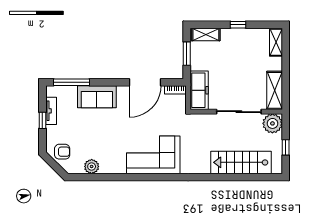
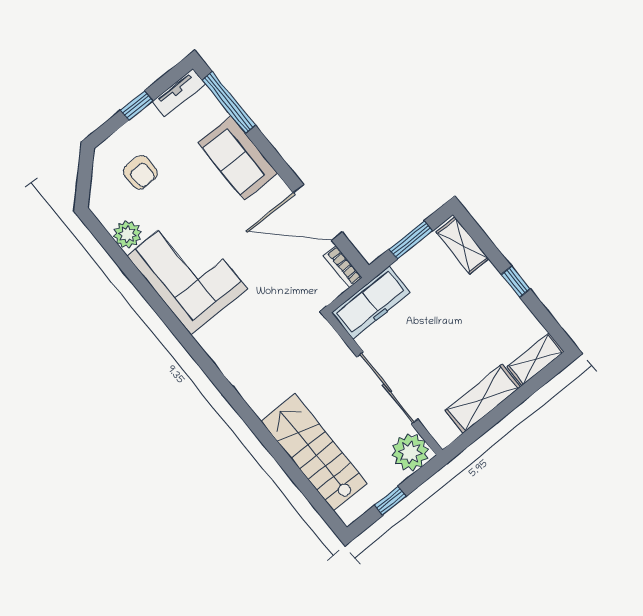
shelving: (275, 90) -> (483, 399), moved
tv unit: (51, 111) -> (179, 93), moved
armchair: (62, 152) -> (140, 172), moved
corner sofa: (153, 155) -> (187, 272), moved

